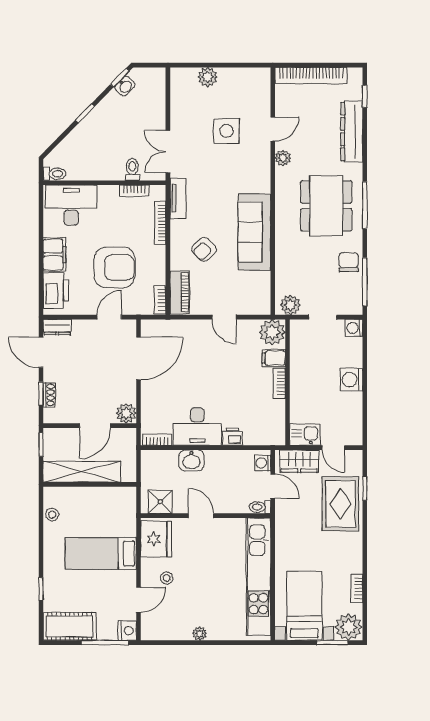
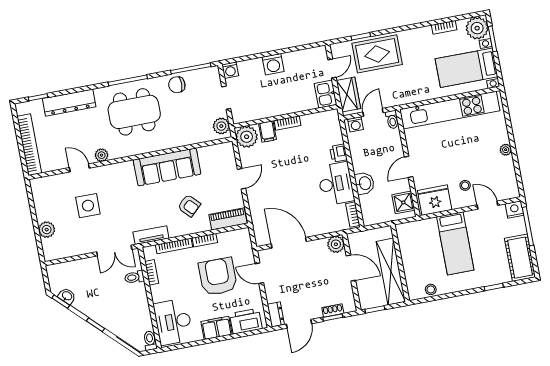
bookcase: (160, 300) -> (205, 240), moved

